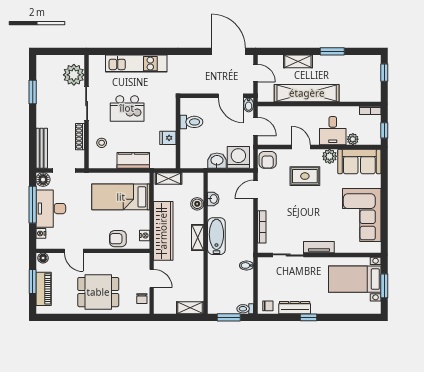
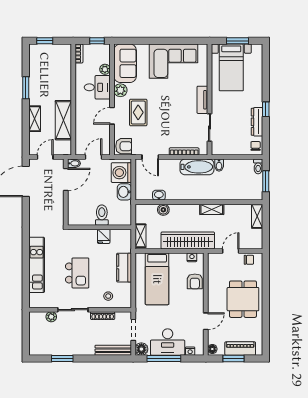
plant: (74, 75) -> (51, 317), width x0.53, depth x0.53
shelving: (307, 93) -> (63, 120), width x0.68
toilet: (191, 122) -> (102, 215), moved
bathtub: (216, 236) -> (197, 167), moved, turned 180
shelving: (198, 237) -> (212, 209), moved

